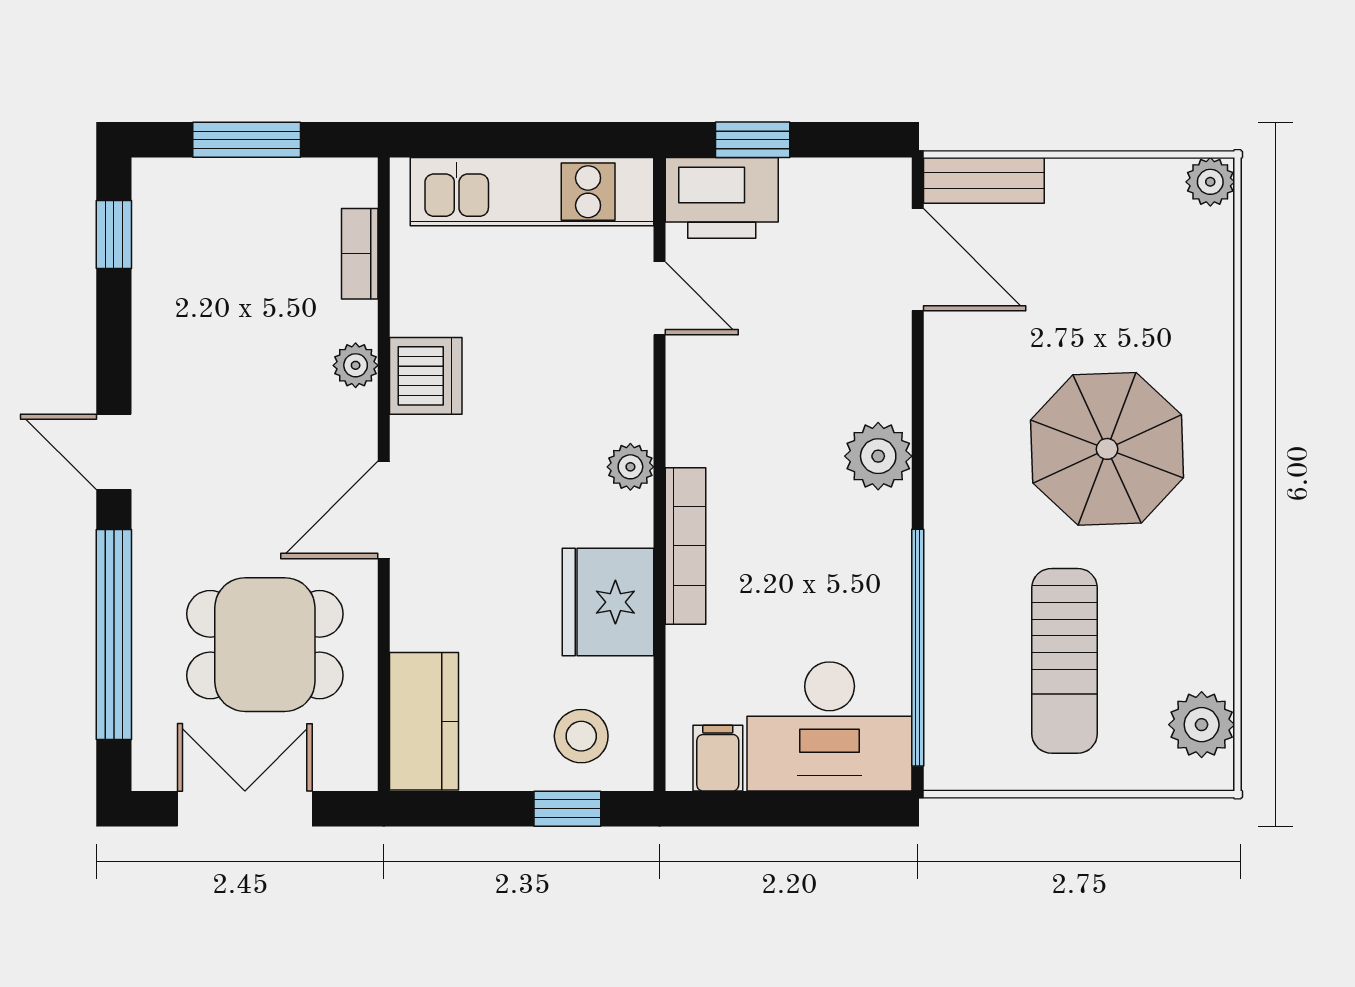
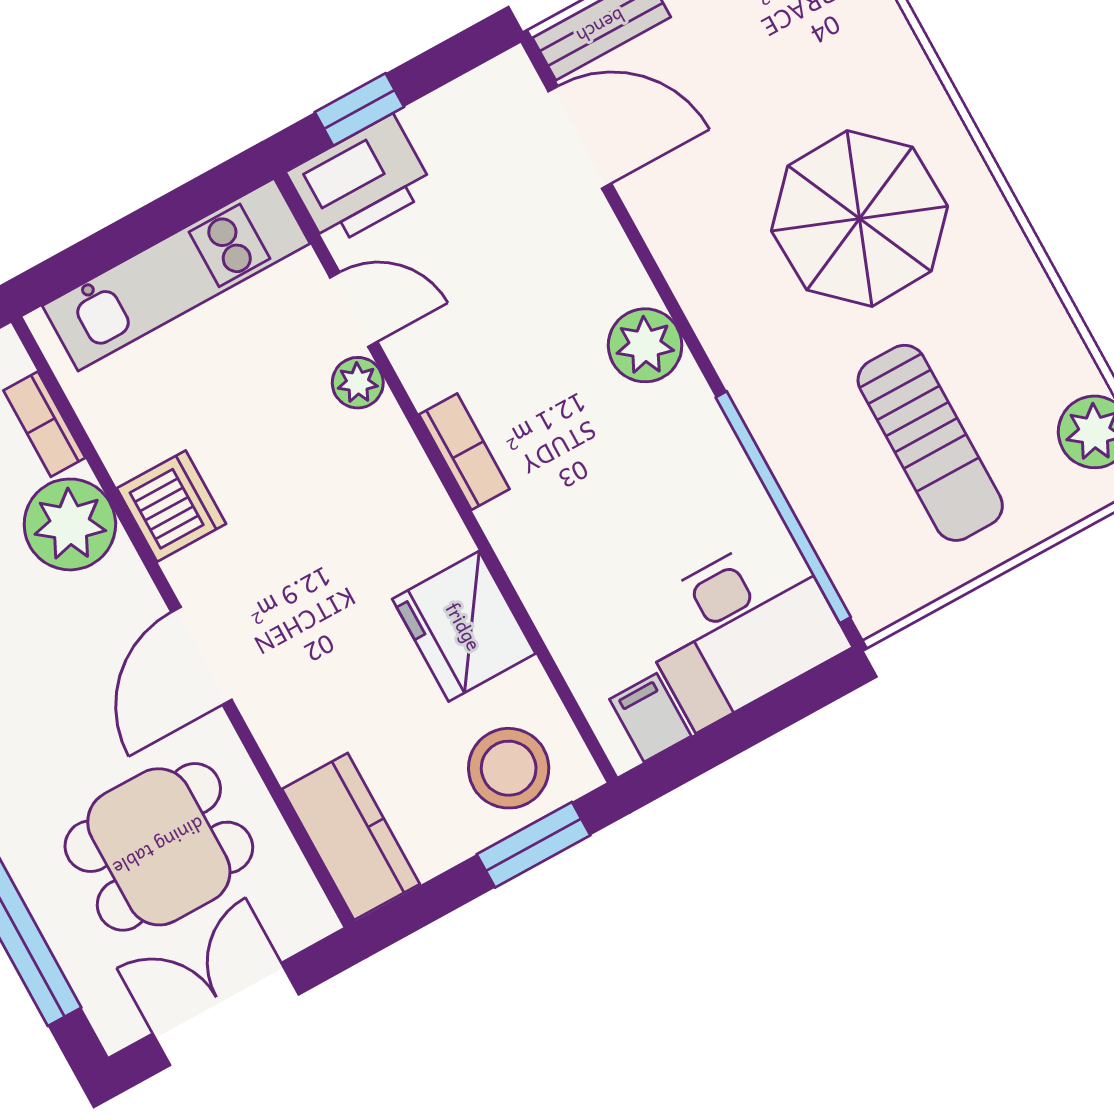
plant: (356, 365) -> (70, 524), width x1.88, depth x1.88
plant: (630, 467) -> (358, 383), moved
bookcase: (686, 546) -> (464, 452), moved, width x0.64
stool: (581, 736) -> (509, 768), width x1.38, depth x1.38
window: (567, 809) -> (533, 845), width x1.50

